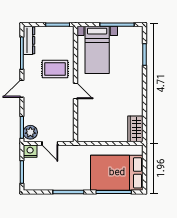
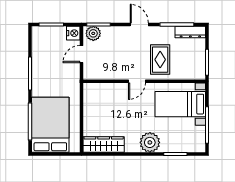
plant: (134, 79) -> (150, 142), added
wardrobe: (135, 129) -> (104, 145), width x1.50

